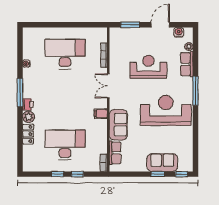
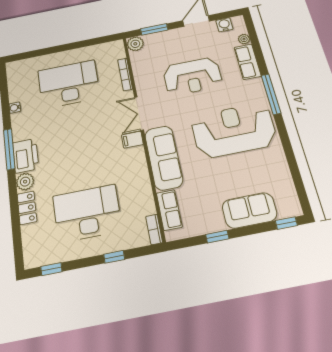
plant: (115, 33) -> (135, 44), added
reception desk: (148, 67) -> (192, 76), turned 180
printer: (28, 104) -> (26, 156), width x1.87, depth x1.48
filing cabinet: (101, 114) -> (132, 140), moved
sofa: (118, 125) -> (164, 158), width x1.36
window: (57, 174) -> (51, 269), moved
window: (158, 174) -> (217, 237), moved

